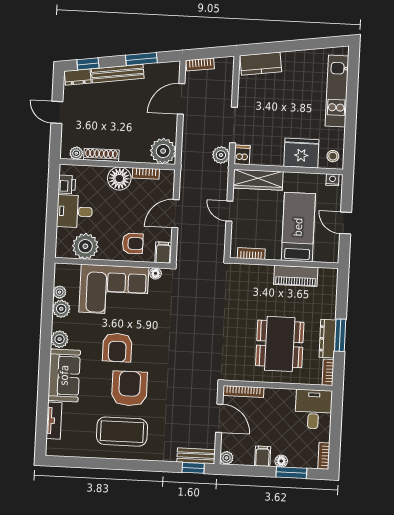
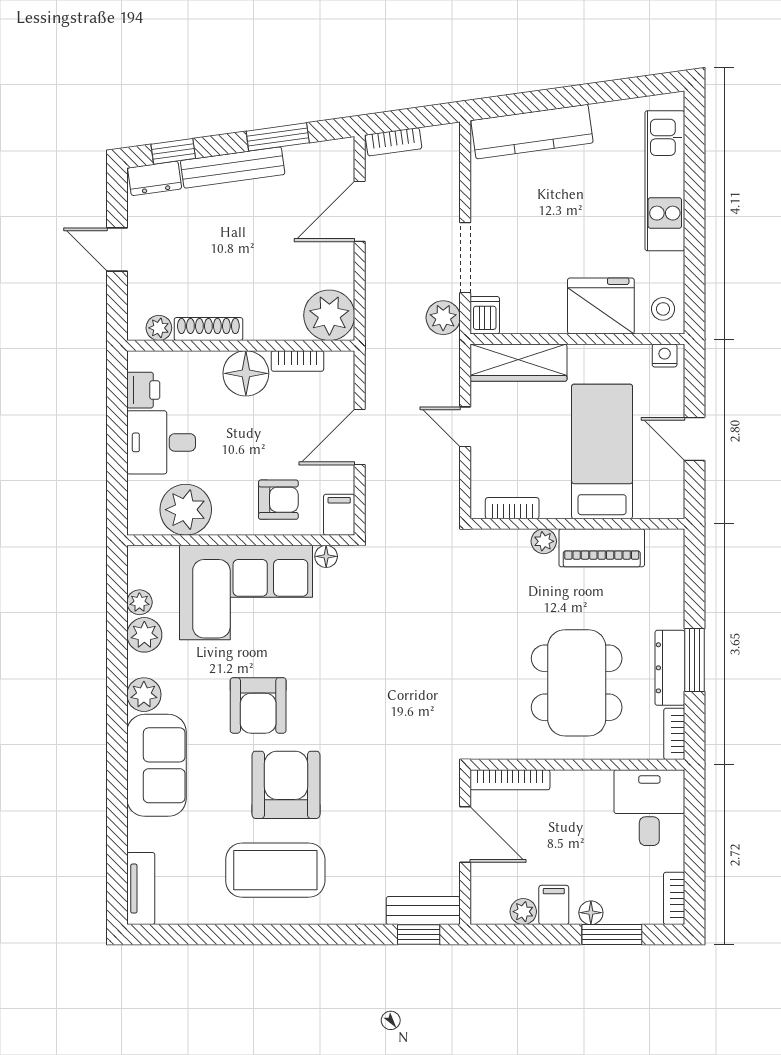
kitchen counter: (261, 64) -> (532, 132), width x1.50
plant: (267, 271) -> (544, 541), added
tv unit: (54, 421) -> (141, 889), moved
plant: (227, 458) -> (523, 912), moved

